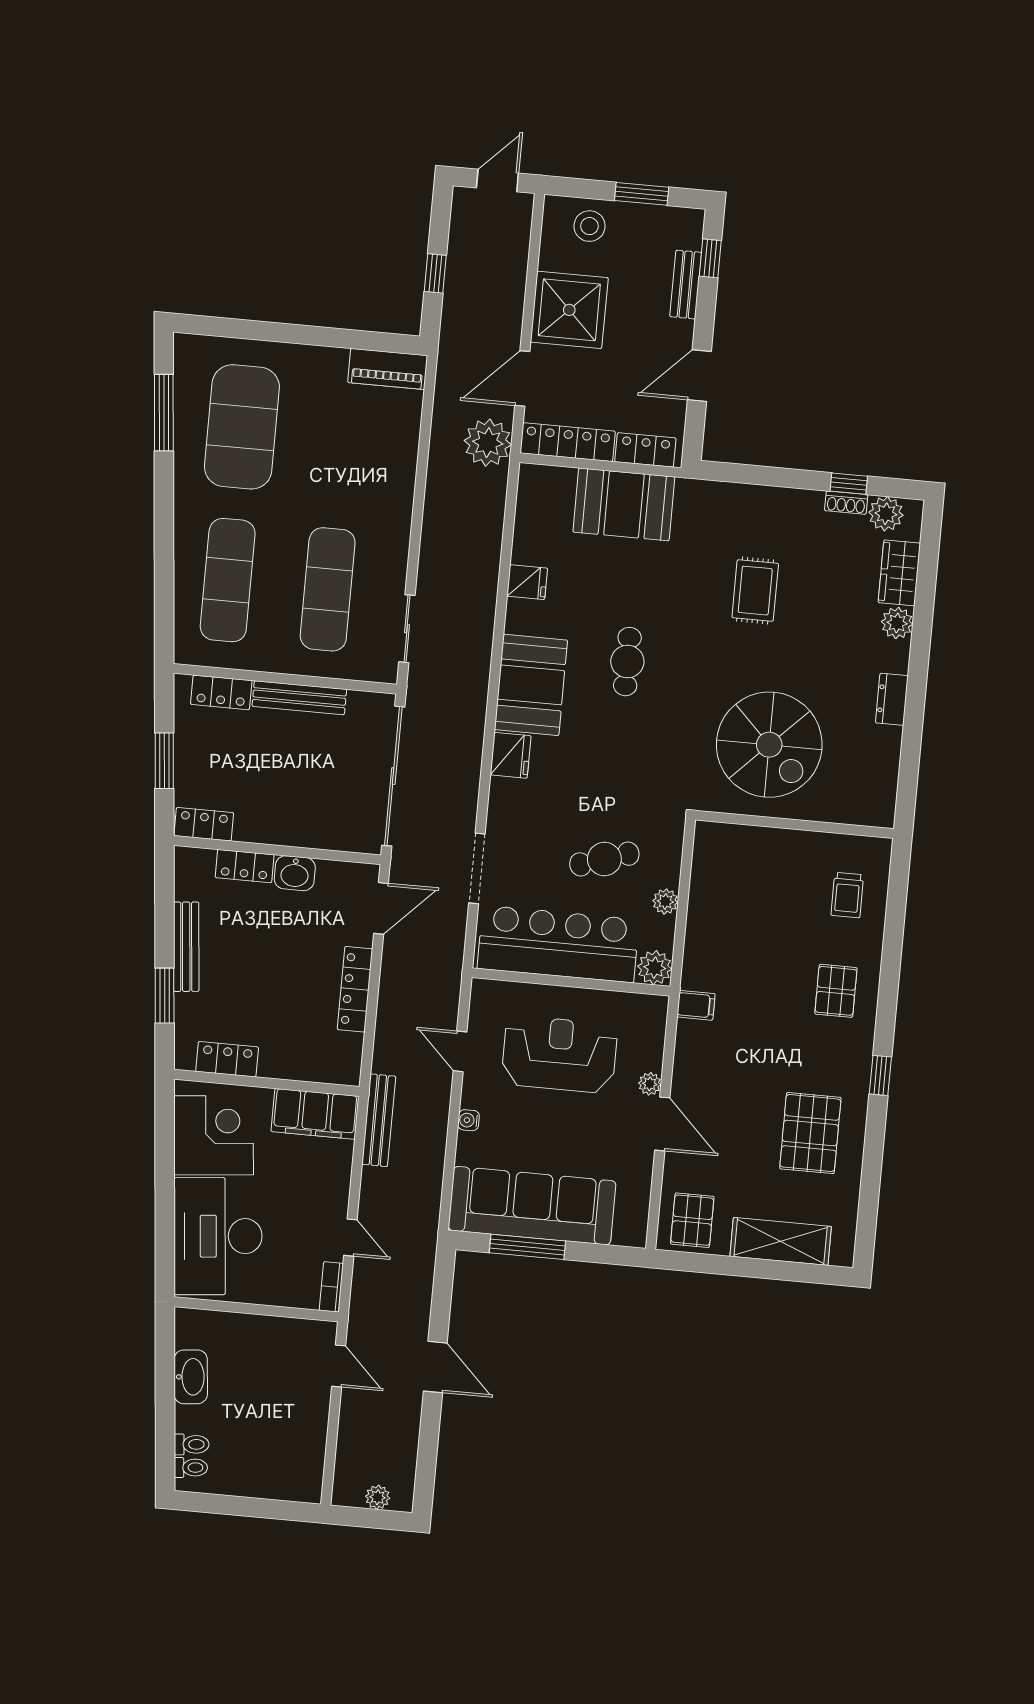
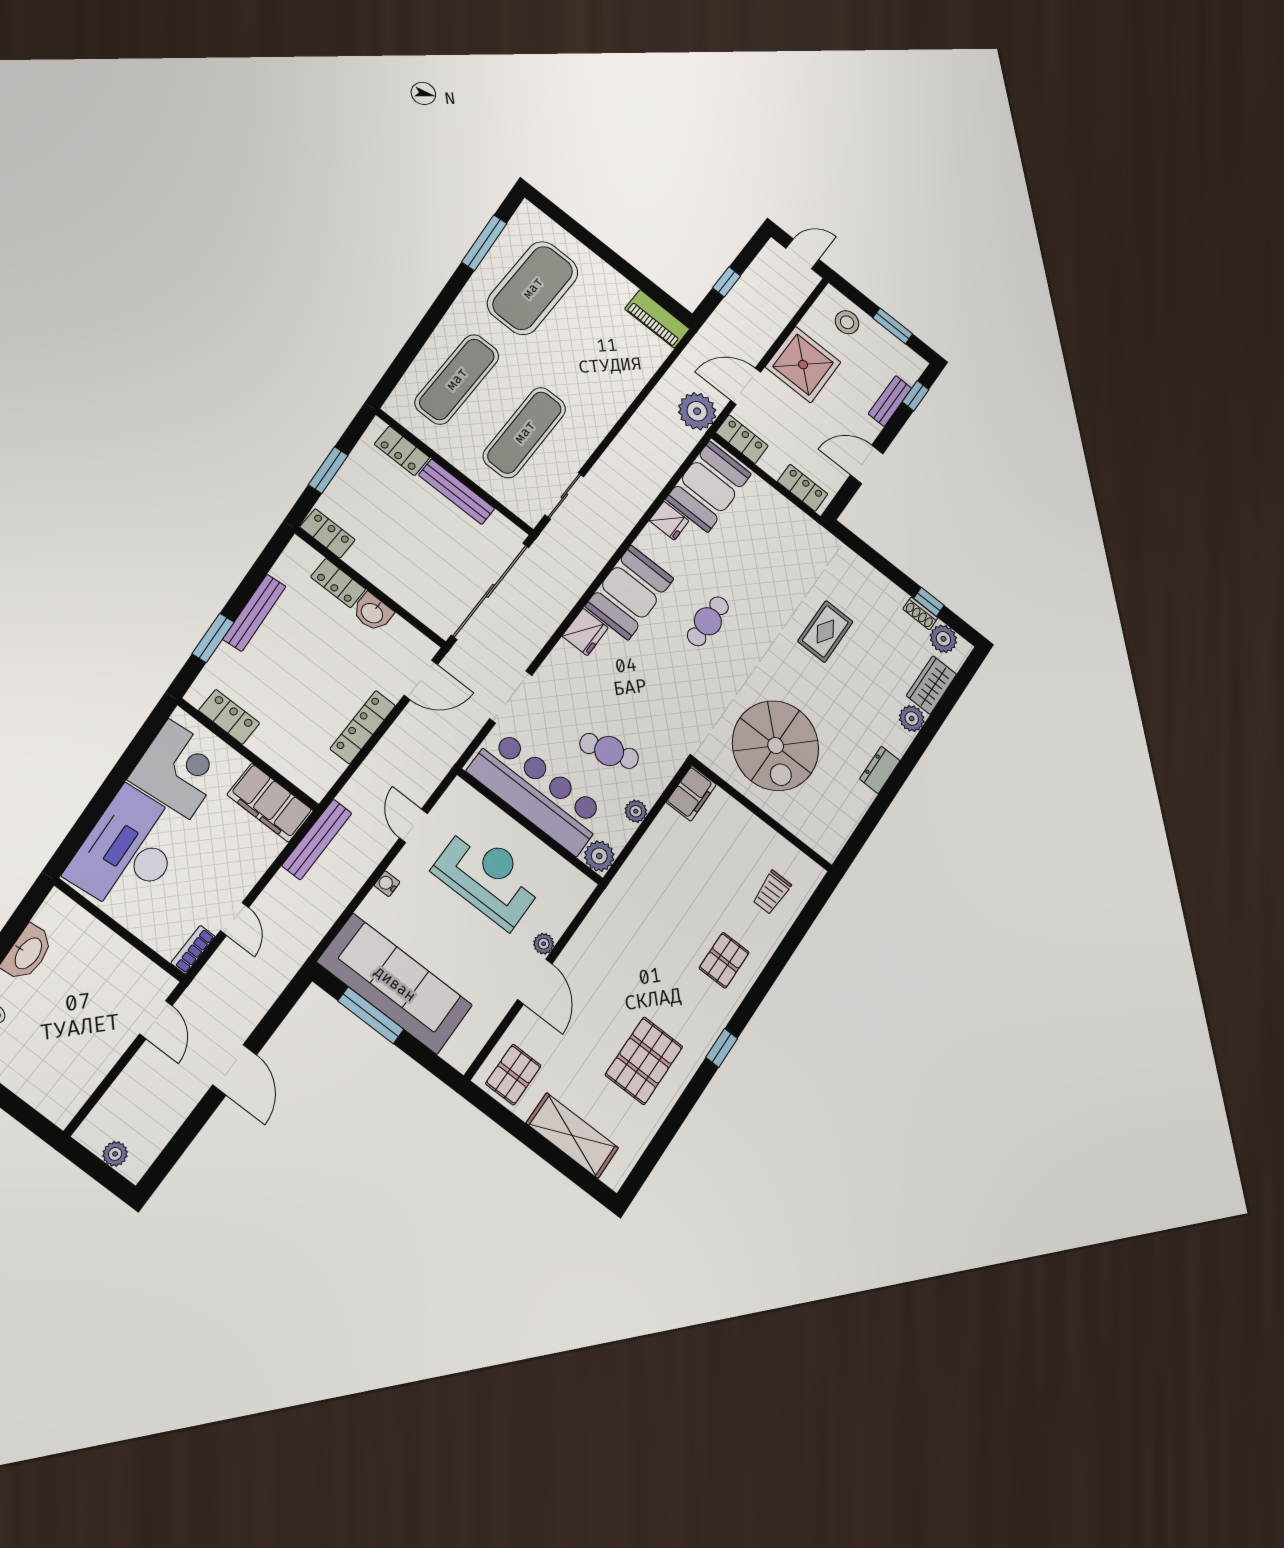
locker: (568, 442) -> (742, 439), width x0.66
booth: (624, 504) -> (709, 487), moved, turned 90
filing cabinet: (696, 1005) -> (691, 793), moved, width x2.00

